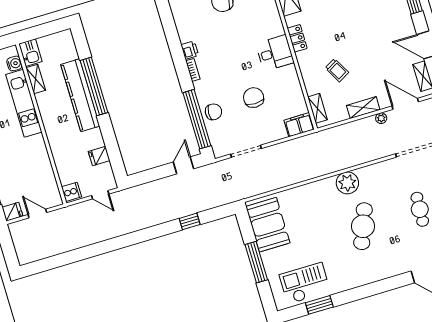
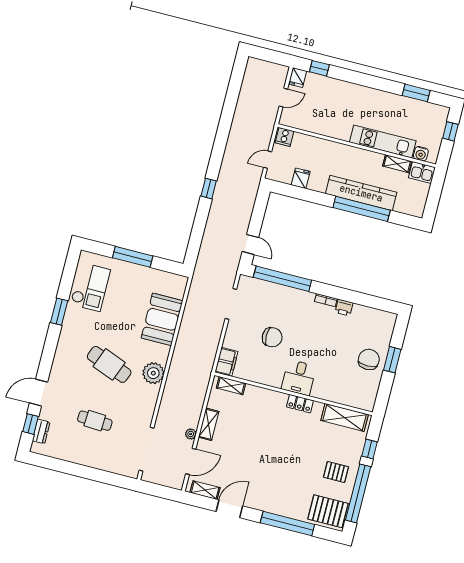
trolley: (337, 70) -> (253, 421), removed
chair: (213, 112) -> (280, 296), removed
window: (190, 221) -> (209, 189), moved
booth: (268, 225) -> (162, 319), moved, turned 90
window: (319, 305) -> (59, 312), moved

